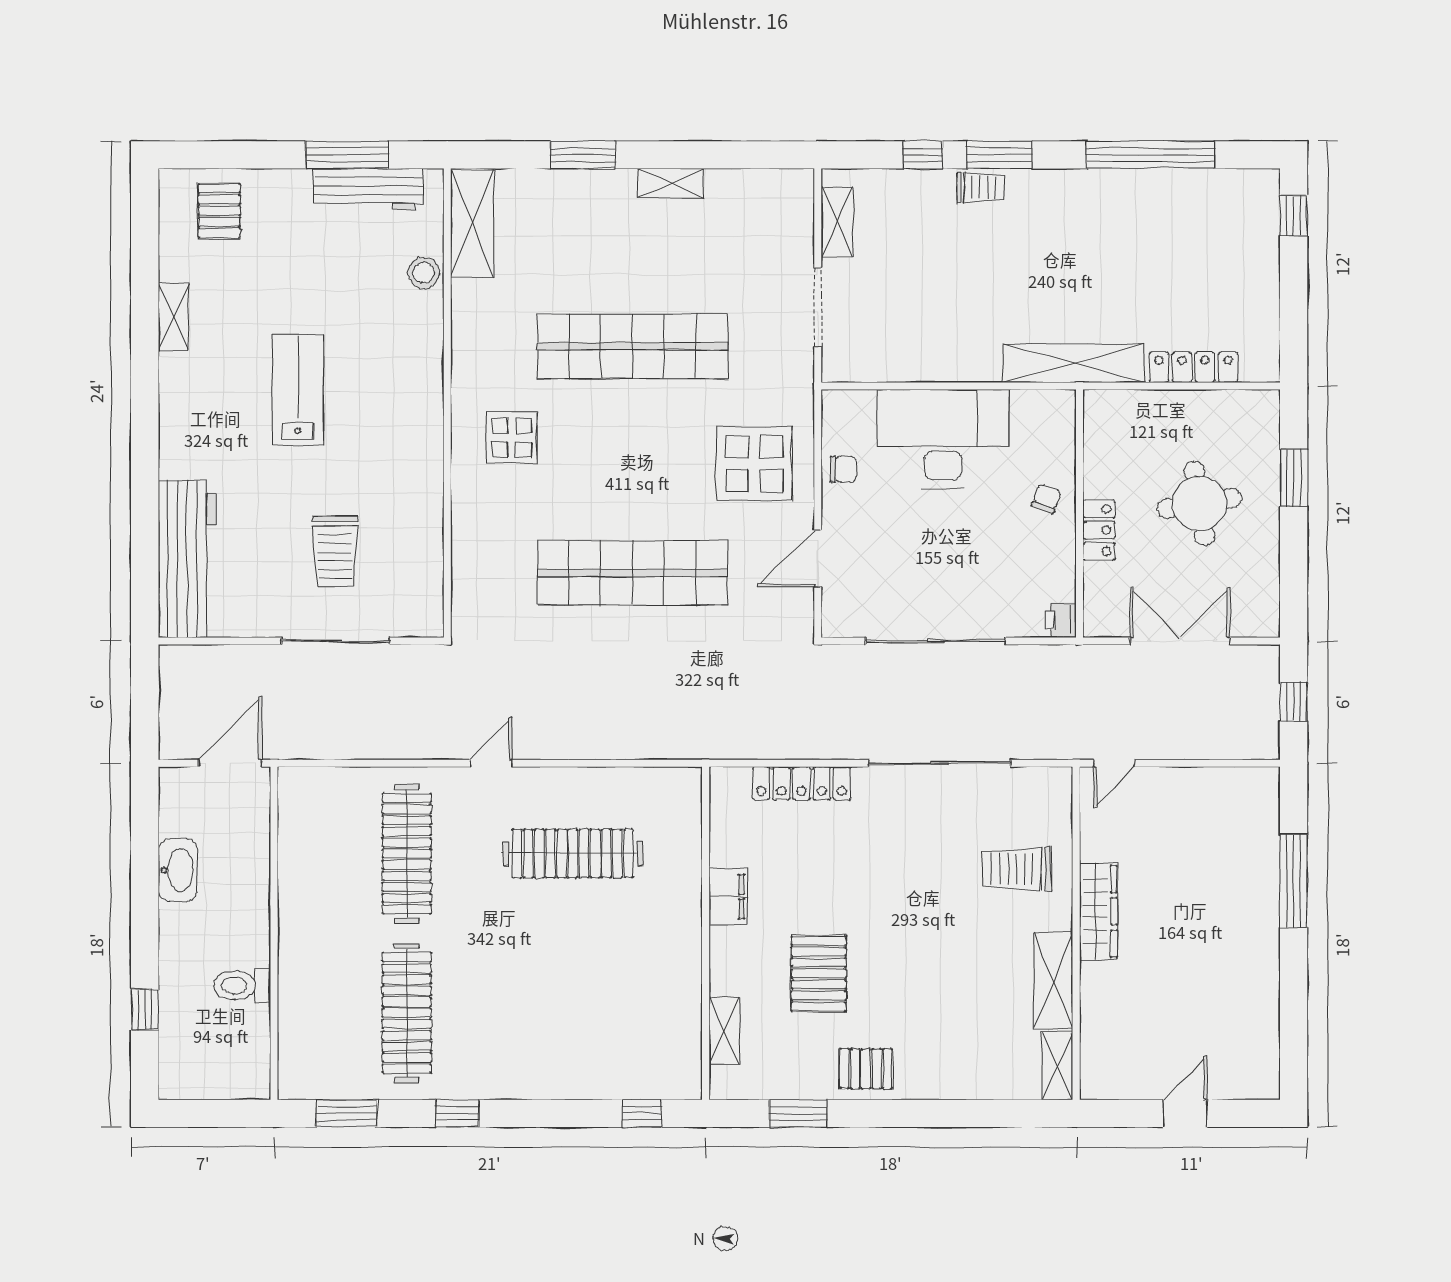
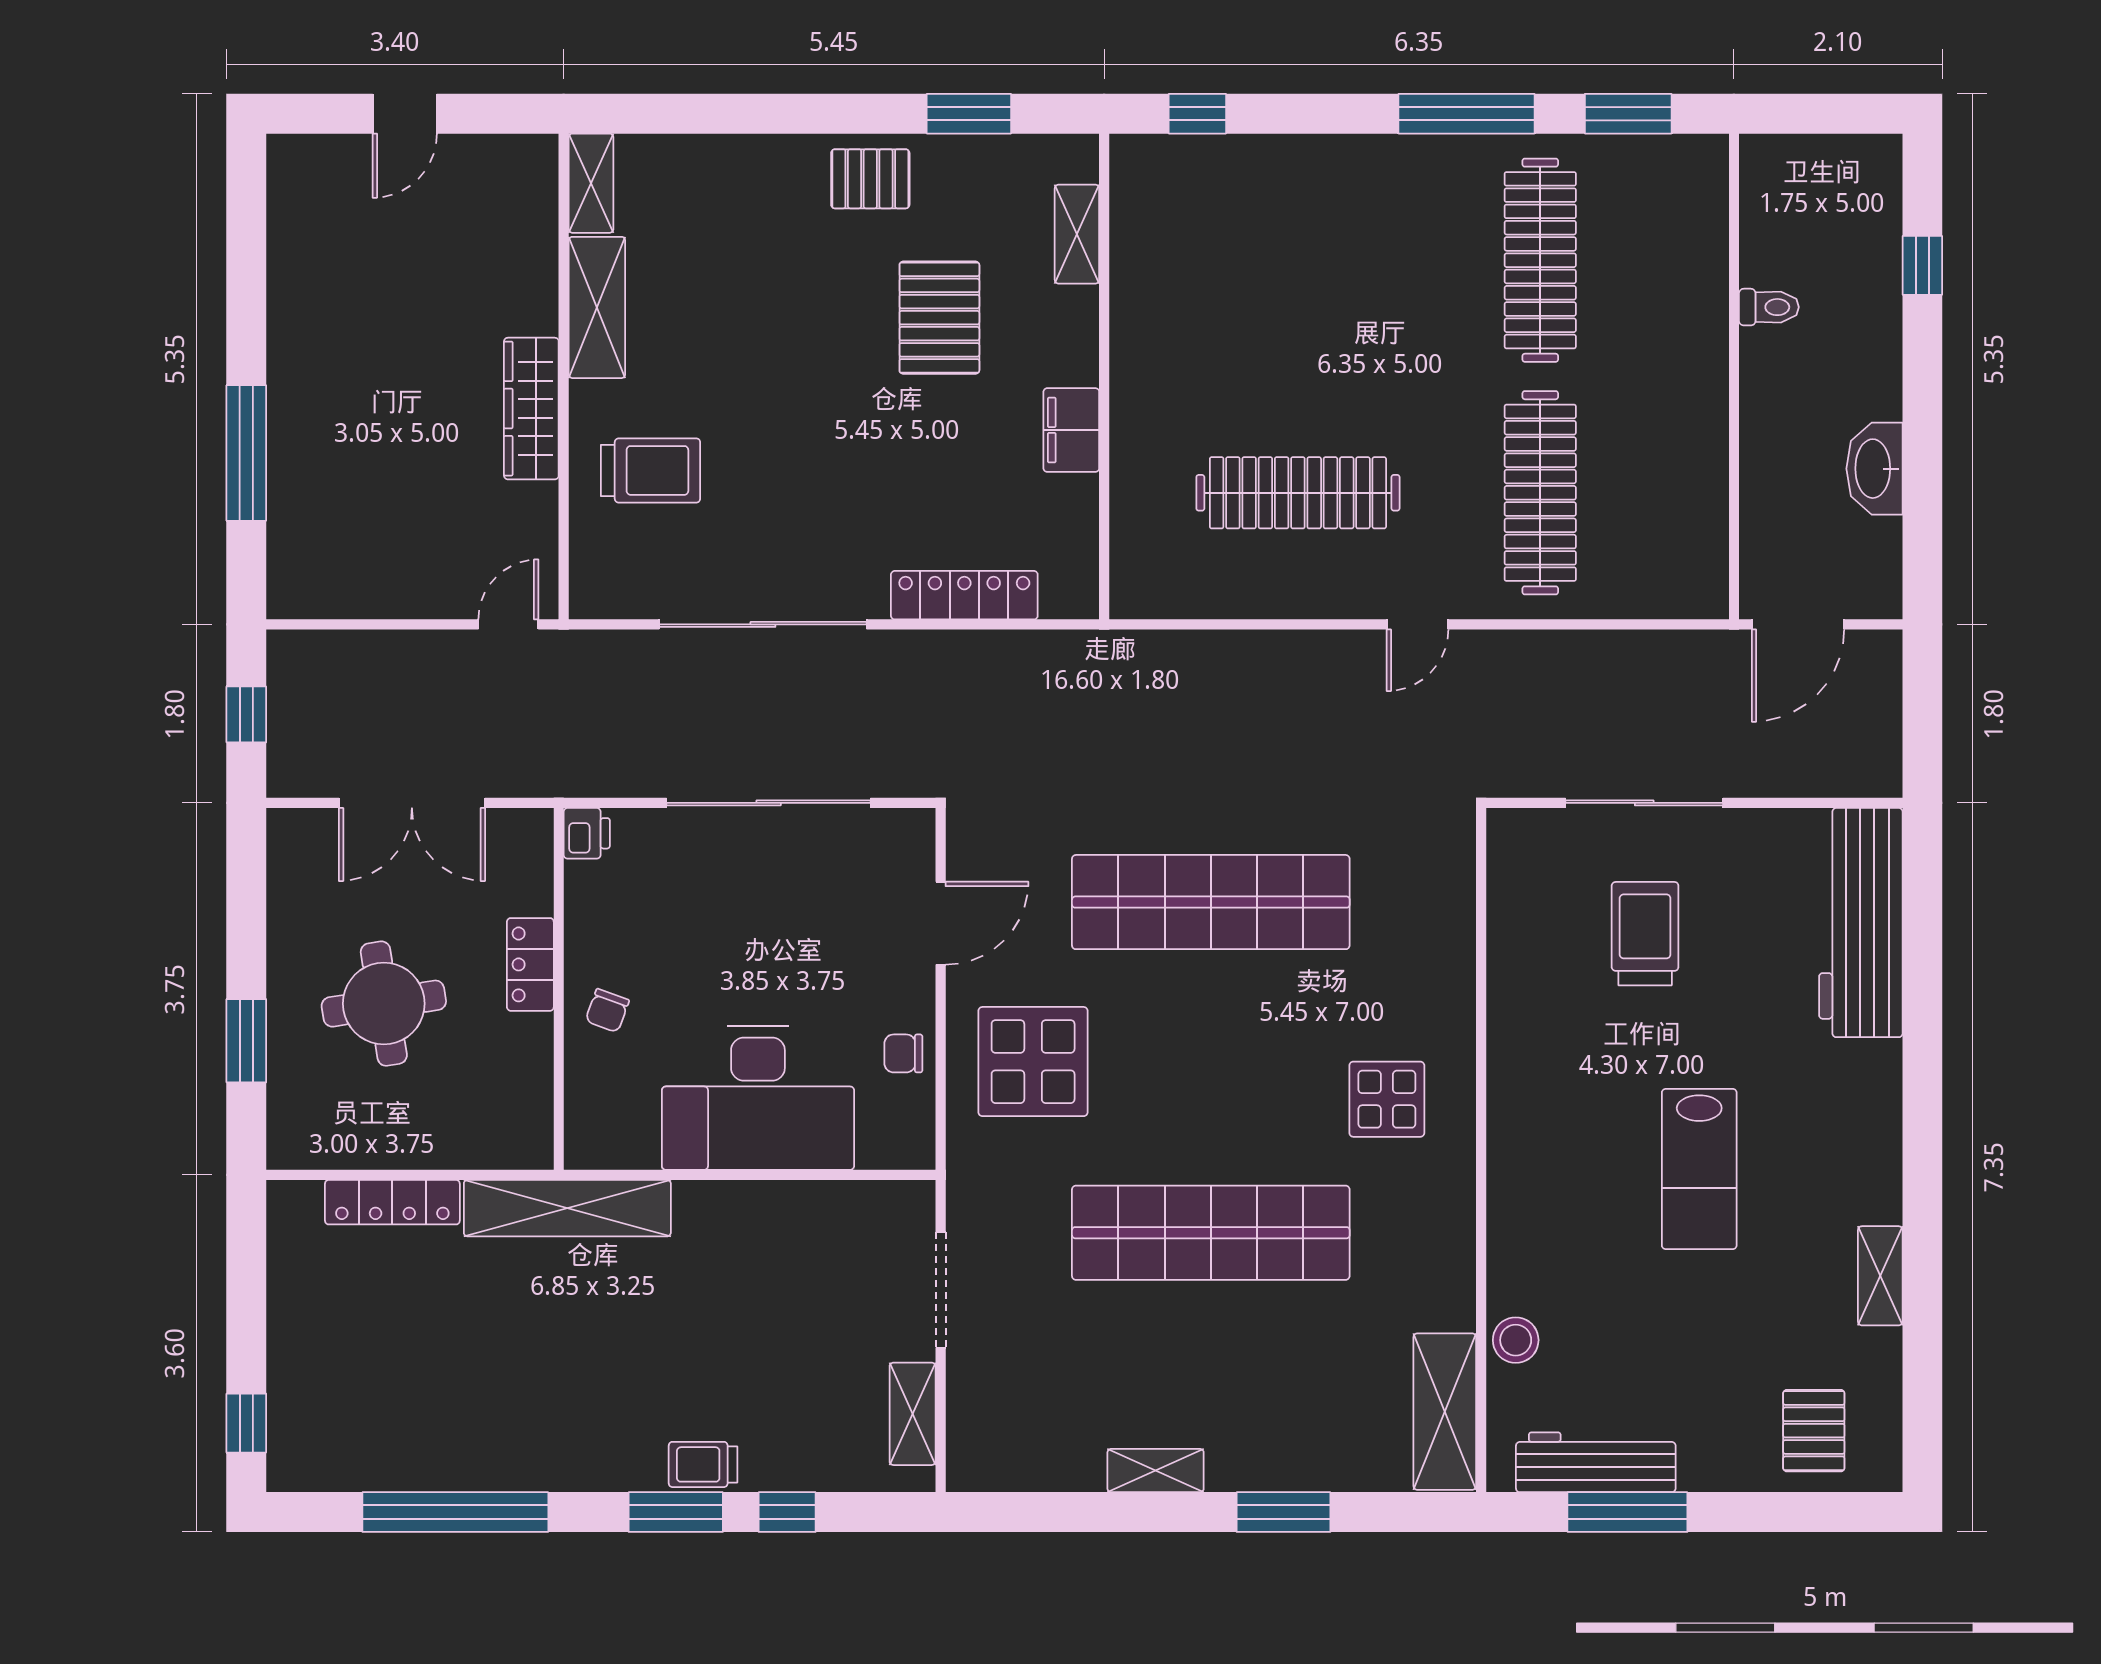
toilet: (242, 985) -> (1769, 307), width x0.73, depth x0.72
window: (457, 1113) -> (1466, 114), width x2.17

